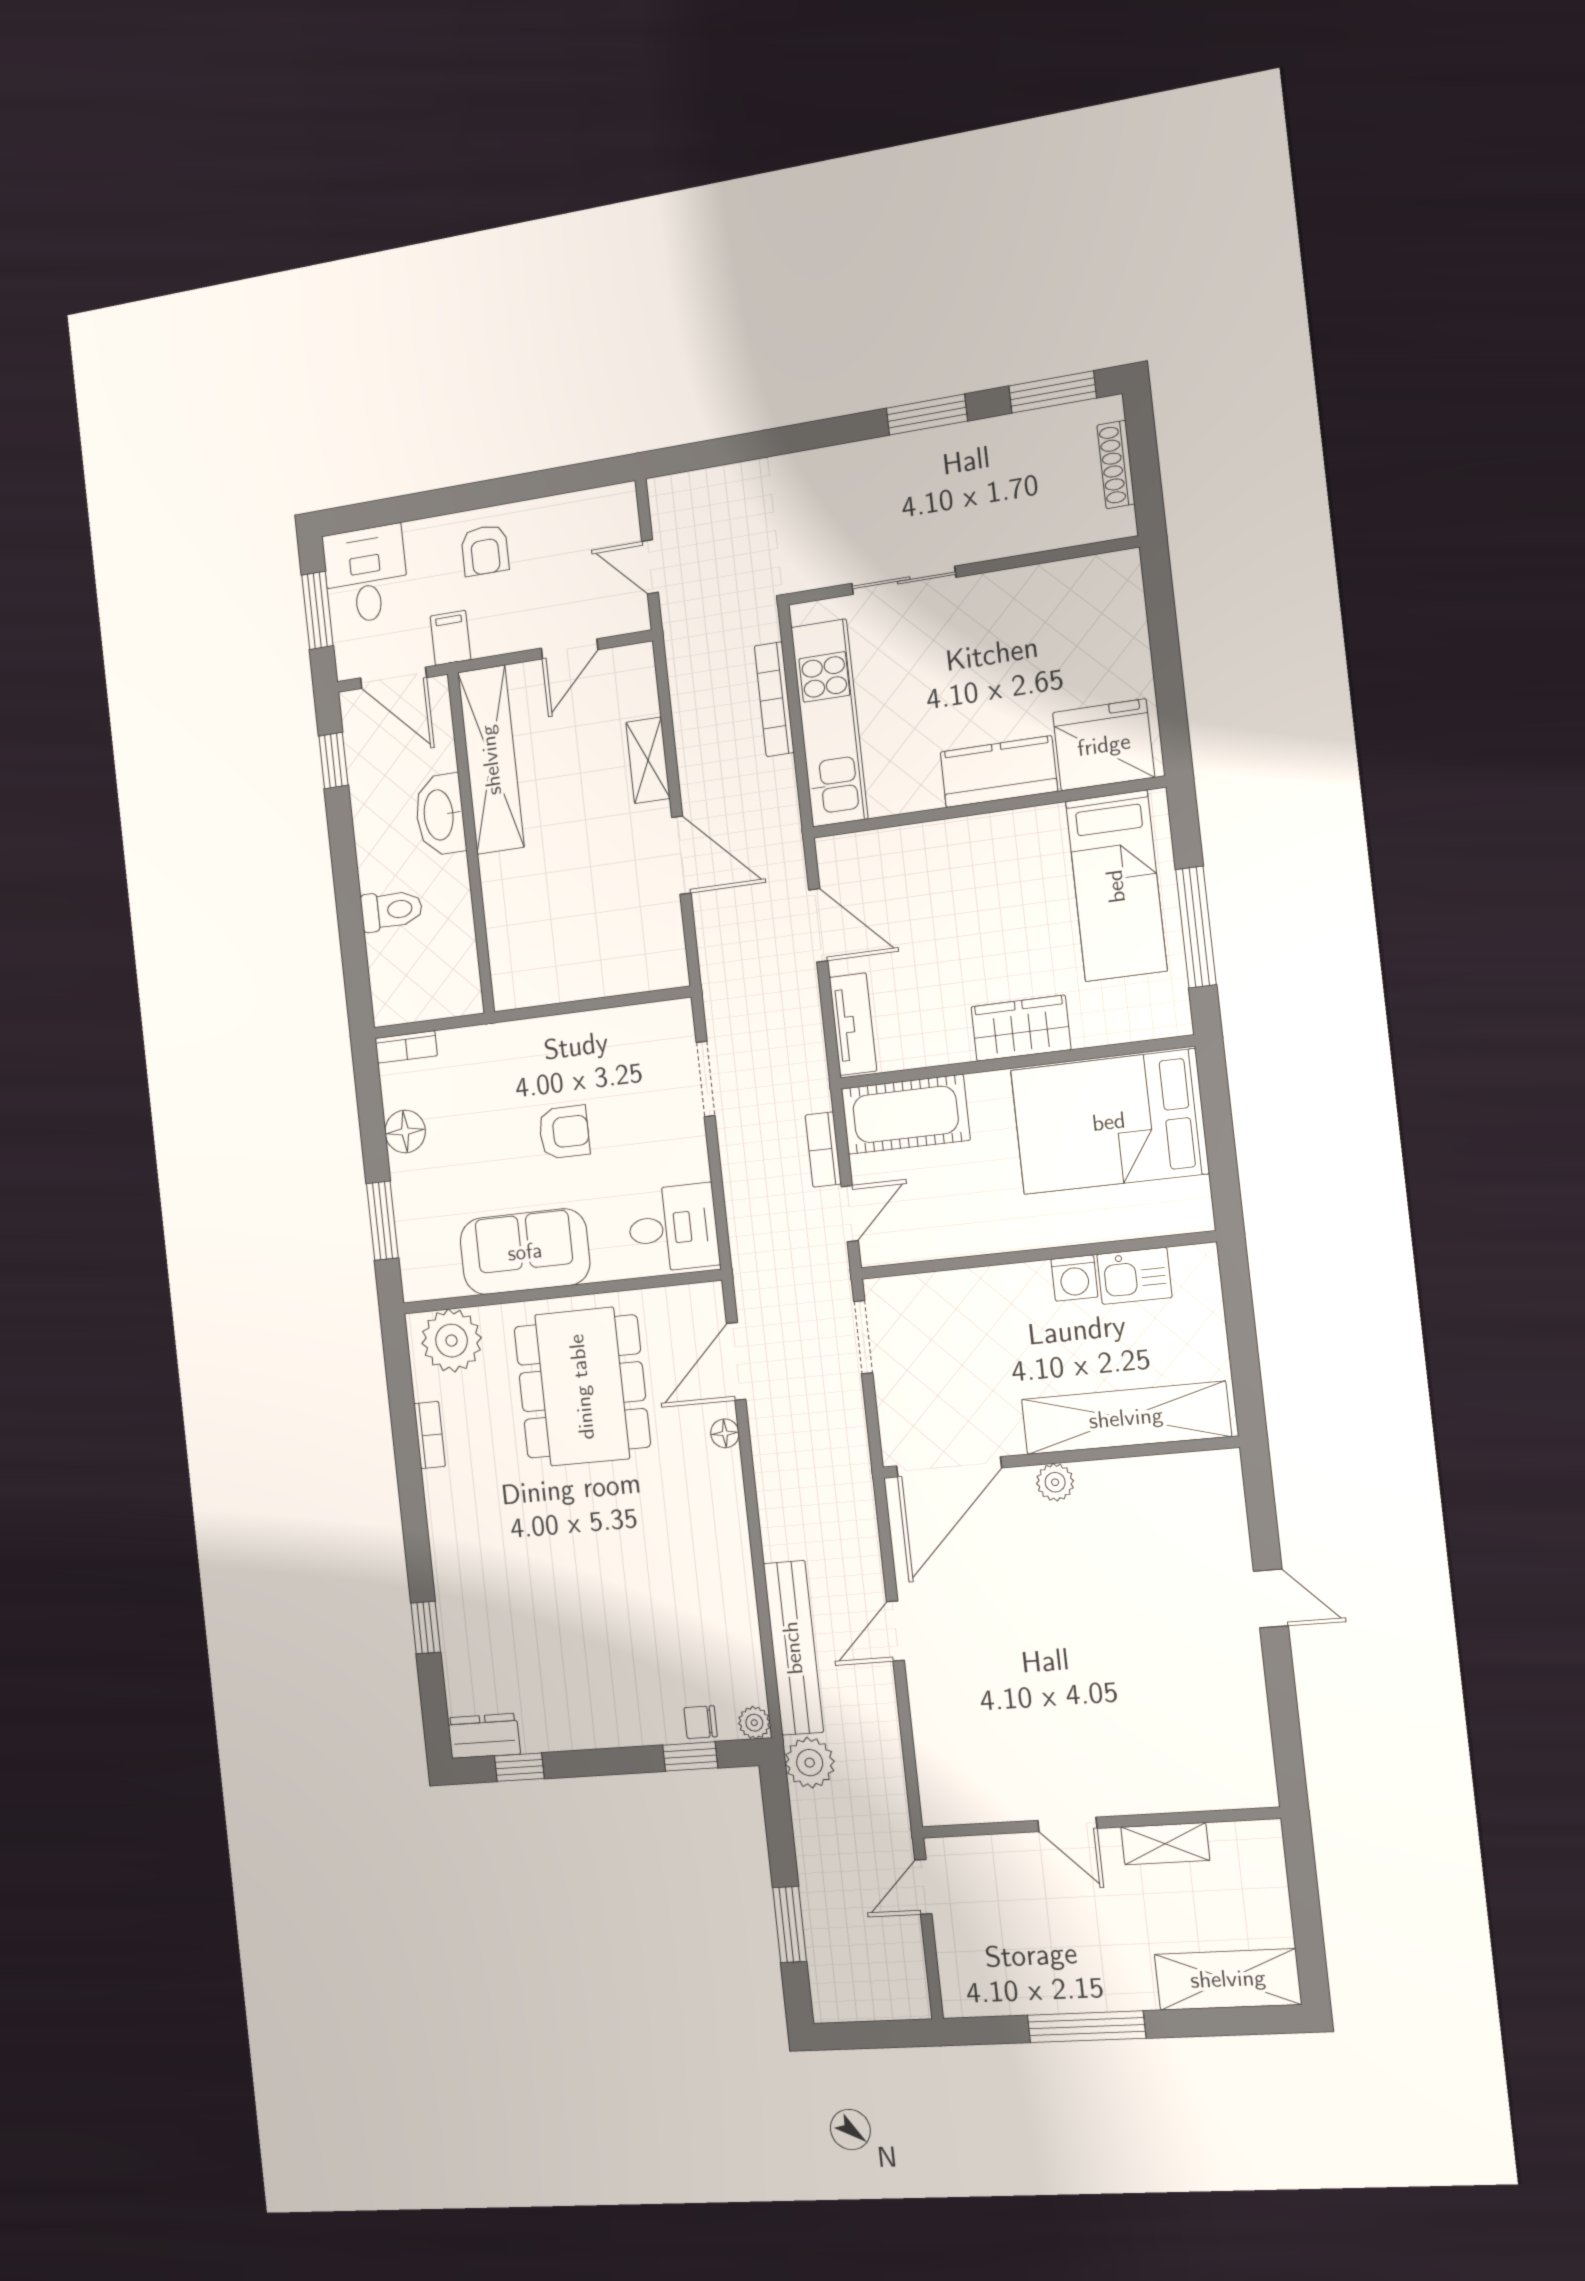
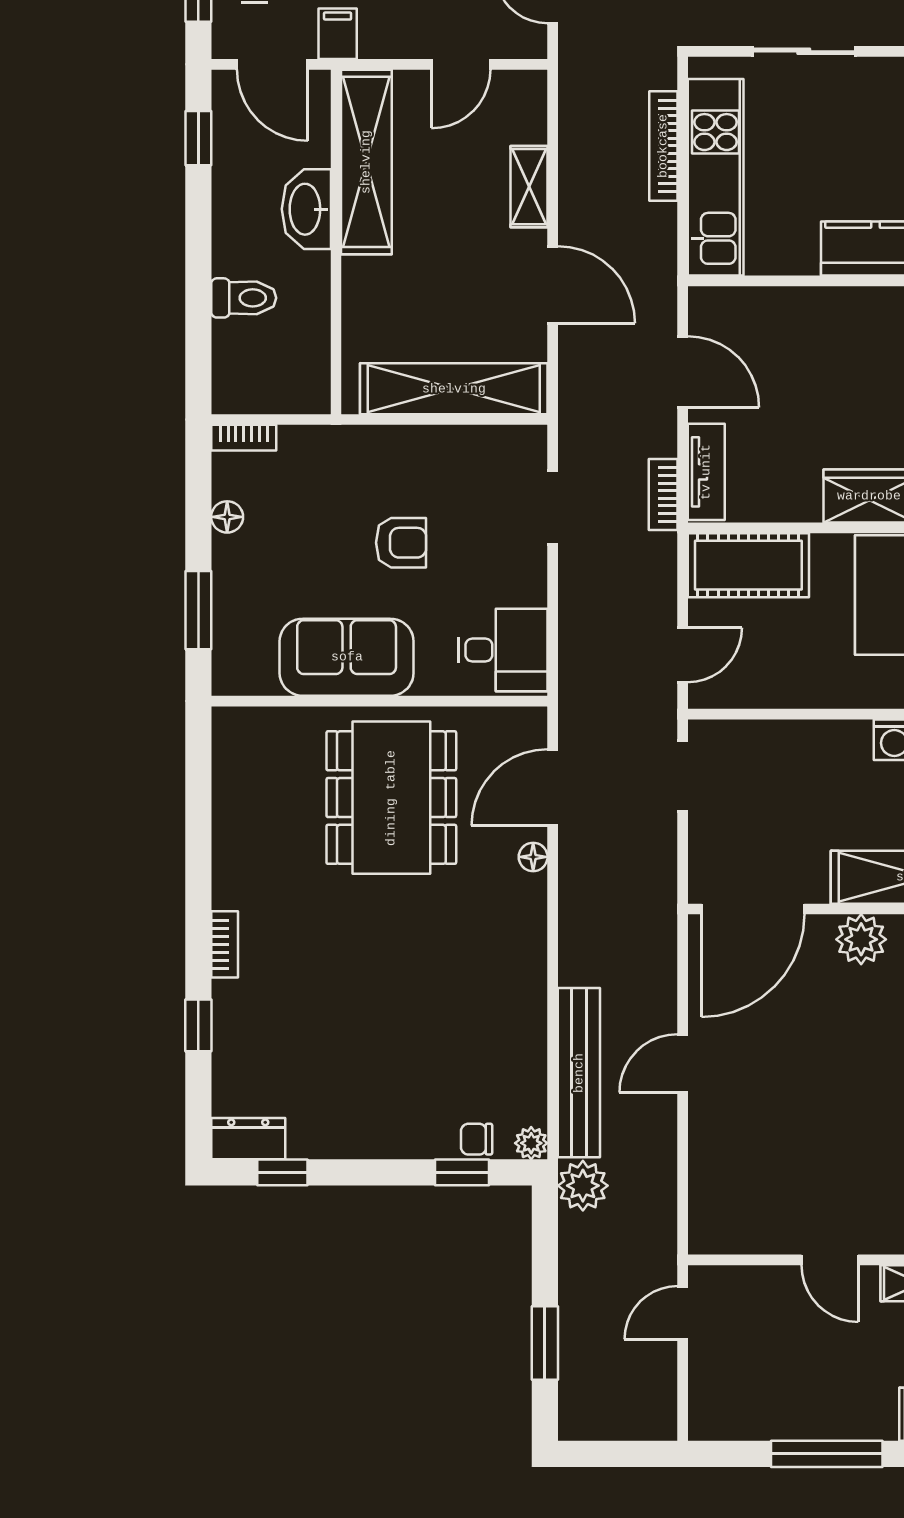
shelving: (598, 973) -> (454, 389), added
floor lamp: (405, 1131) -> (227, 517), width x0.73, depth x0.73
bookcase: (823, 1149) -> (663, 494), moved
plant: (452, 1341) -> (259, 738), removed
bookcase: (430, 1435) -> (225, 944), moved
plant: (1055, 1482) -> (861, 939), width x1.38, depth x1.38

